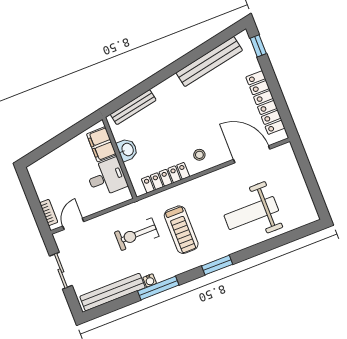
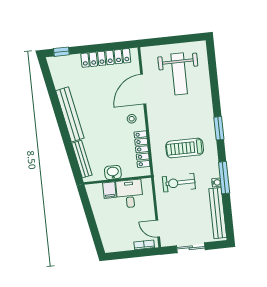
bench: (209, 62) -> (70, 114), moved
filing cabinet: (101, 144) -> (109, 190), width x0.50
door: (252, 154) -> (143, 89), moved
weight bench: (251, 213) -> (179, 74), moved
treadmill: (181, 230) -> (185, 148), turned 180
exercise bike: (137, 234) -> (179, 183), turned 90

